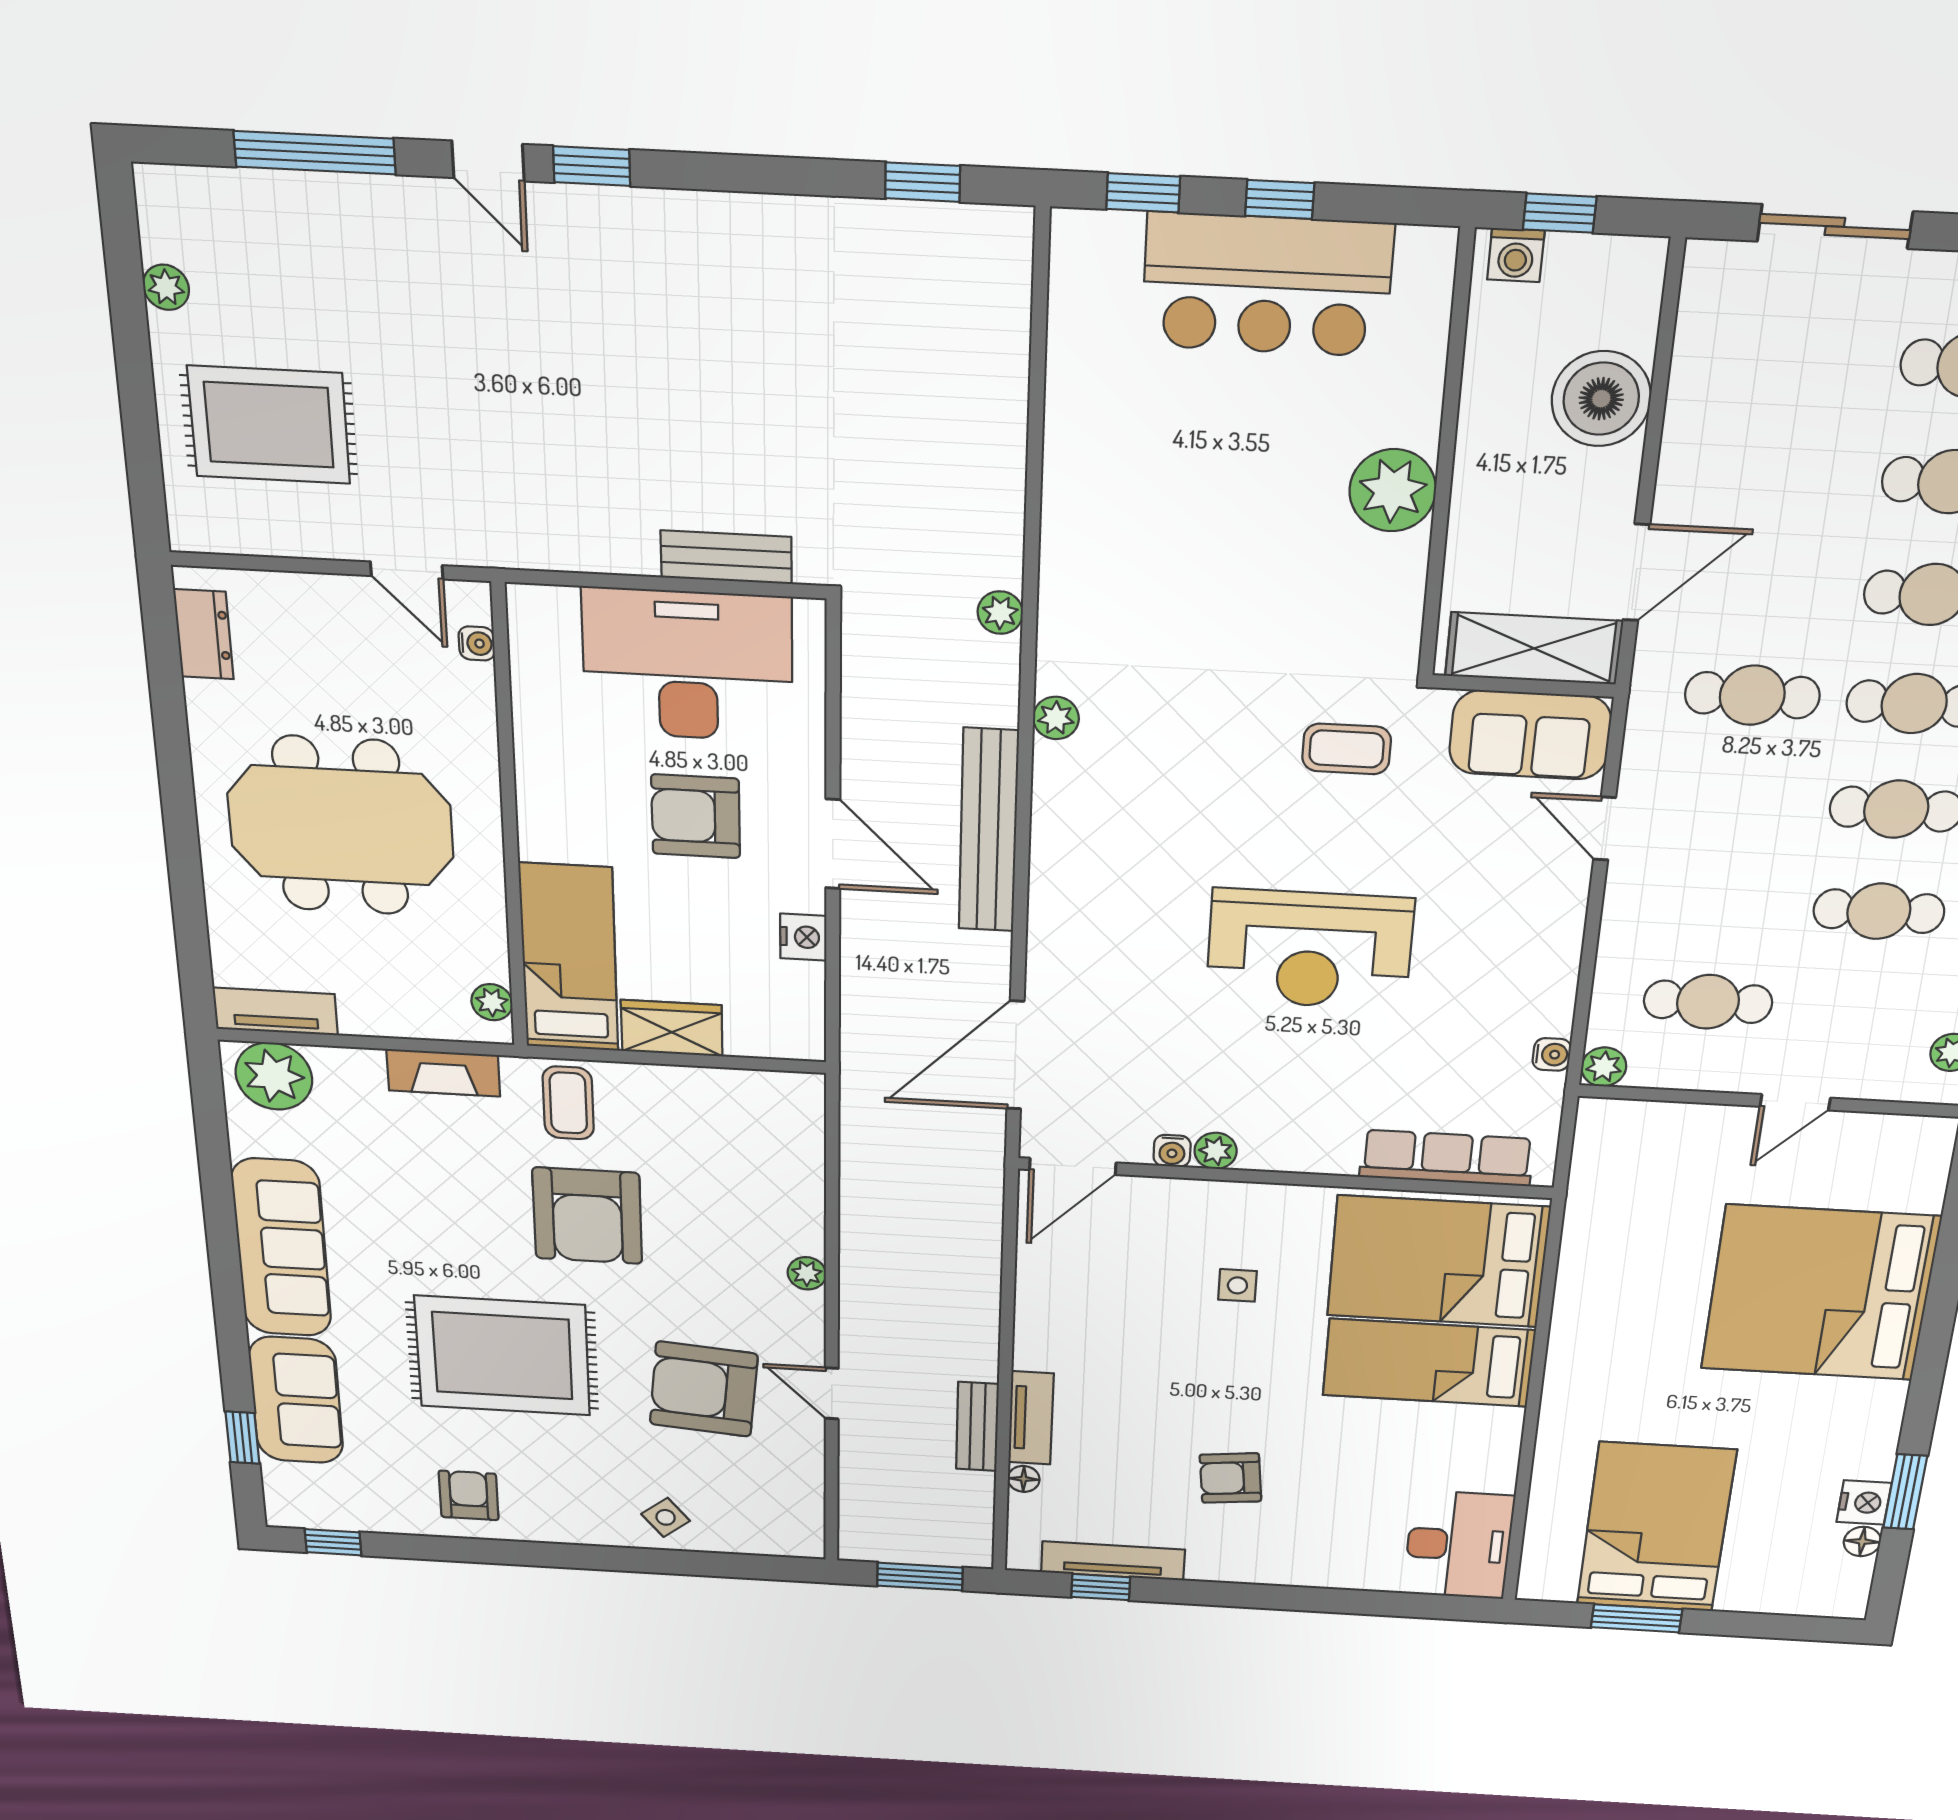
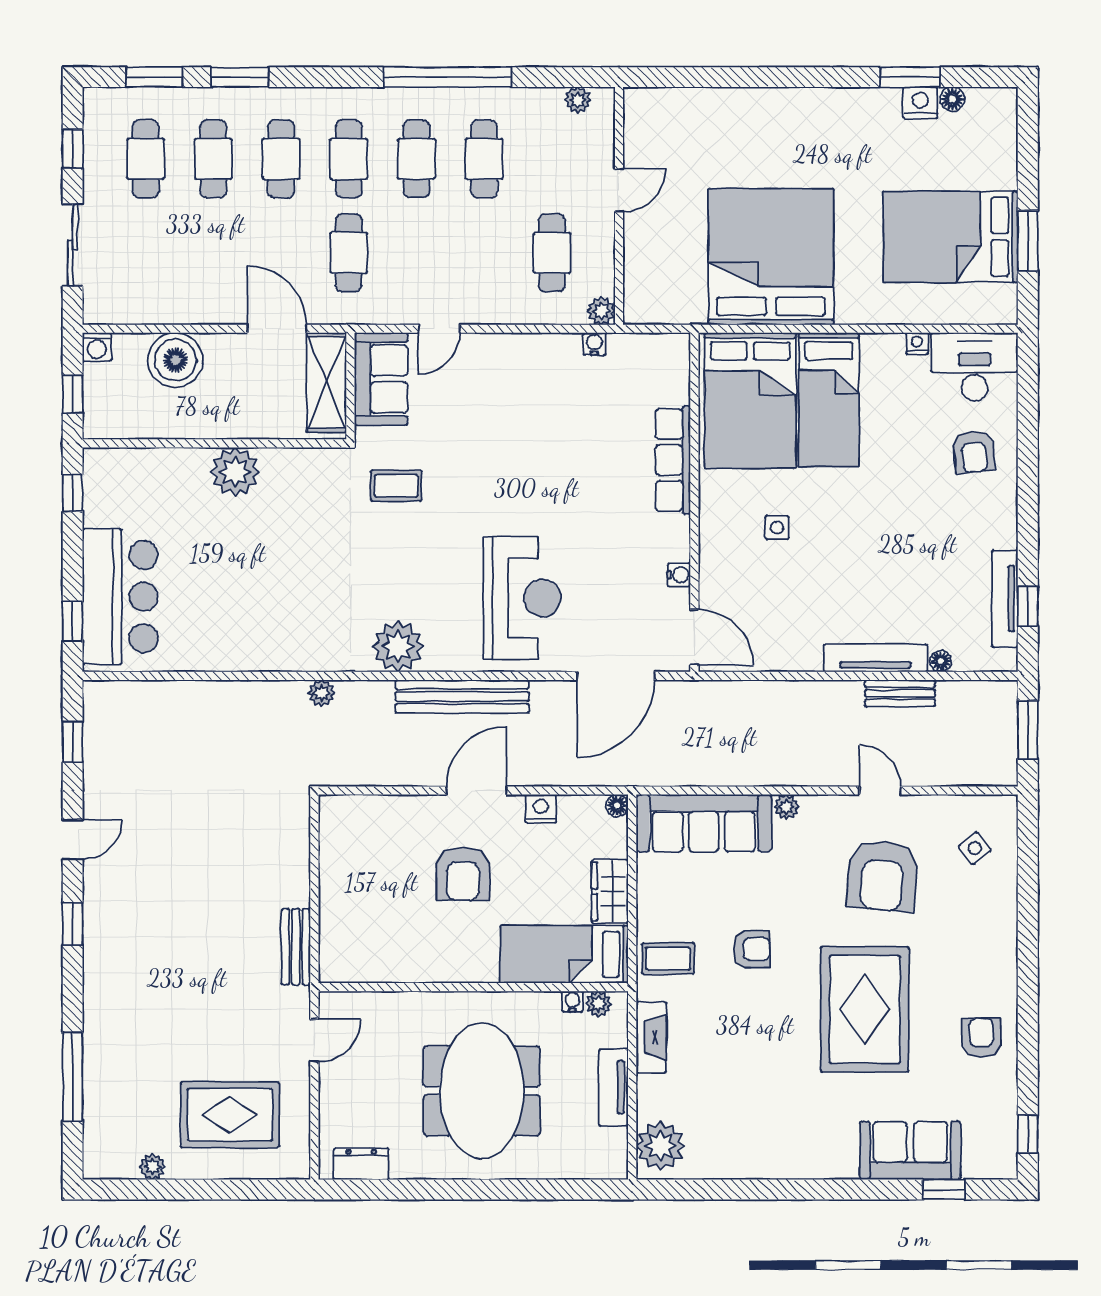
door: (488, 161) -> (73, 839), moved
window: (1280, 199) -> (73, 493), moved
washing machine: (1516, 255) -> (97, 347), moved, turned 90
bar counter: (1267, 285) -> (120, 597), moved
rug: (269, 425) -> (230, 1115), turned 90
bench: (726, 557) -> (296, 947), moved
water cooler: (477, 643) -> (572, 1002), moved
desk: (688, 665) -> (365, 877), removed
plant: (1056, 718) -> (398, 646), width x1.88, depth x1.88
coffee table: (1347, 749) -> (396, 486), turned 90
reception desk: (1310, 949) -> (522, 598), moved
tv unit: (275, 1011) -> (613, 1087), moved
floor lamp: (808, 1046) -> (617, 806), added
door: (1015, 1055) -> (616, 676), hinge flipped
door: (1795, 1102) -> (619, 190), hinge flipped
plant: (1216, 1151) -> (677, 547), removed
row of seats: (1447, 1158) -> (673, 460), moved
armchair: (587, 1216) -> (752, 949), width x0.53, depth x0.53
sofa: (282, 1248) -> (704, 823), moved, turned 180
bed: (1820, 1293) -> (771, 257), moved, turned 180
door: (832, 1393) -> (880, 791), swing flipped
tv unit: (1031, 1418) -> (876, 658), width x1.41
armchair: (1230, 1478) -> (974, 452), moved
nightstand: (1502, 1478) -> (917, 343), added
armchair: (469, 1495) -> (981, 1038), turned 90
side table: (666, 1517) -> (975, 848), moved

